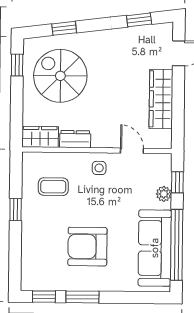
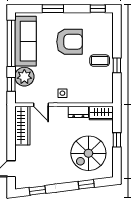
window: (17, 65) -> (117, 140), moved
spiral stairs: (60, 76) -> (88, 153), turned 90
wardrobe: (161, 99) -> (22, 126), moved
coffee table: (53, 187) -> (100, 61), moved
plant: (164, 194) -> (24, 77), width x1.88, depth x1.88
window: (82, 297) -> (53, 9), moved

